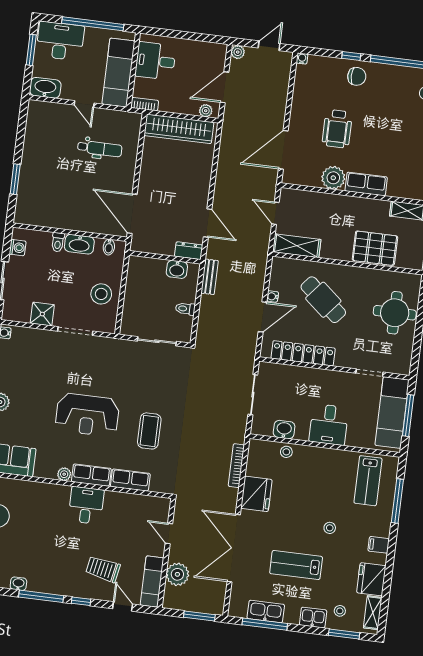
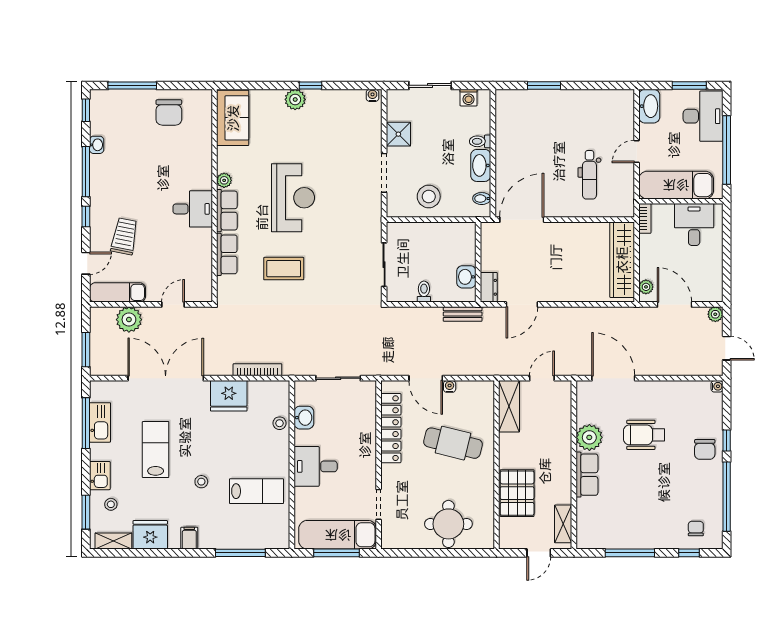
cafe table: (323, 300) -> (453, 443), turned 64
reception desk: (87, 415) -> (293, 198), turned 180
lab bench: (368, 481) -> (257, 491), moved, turned 180

